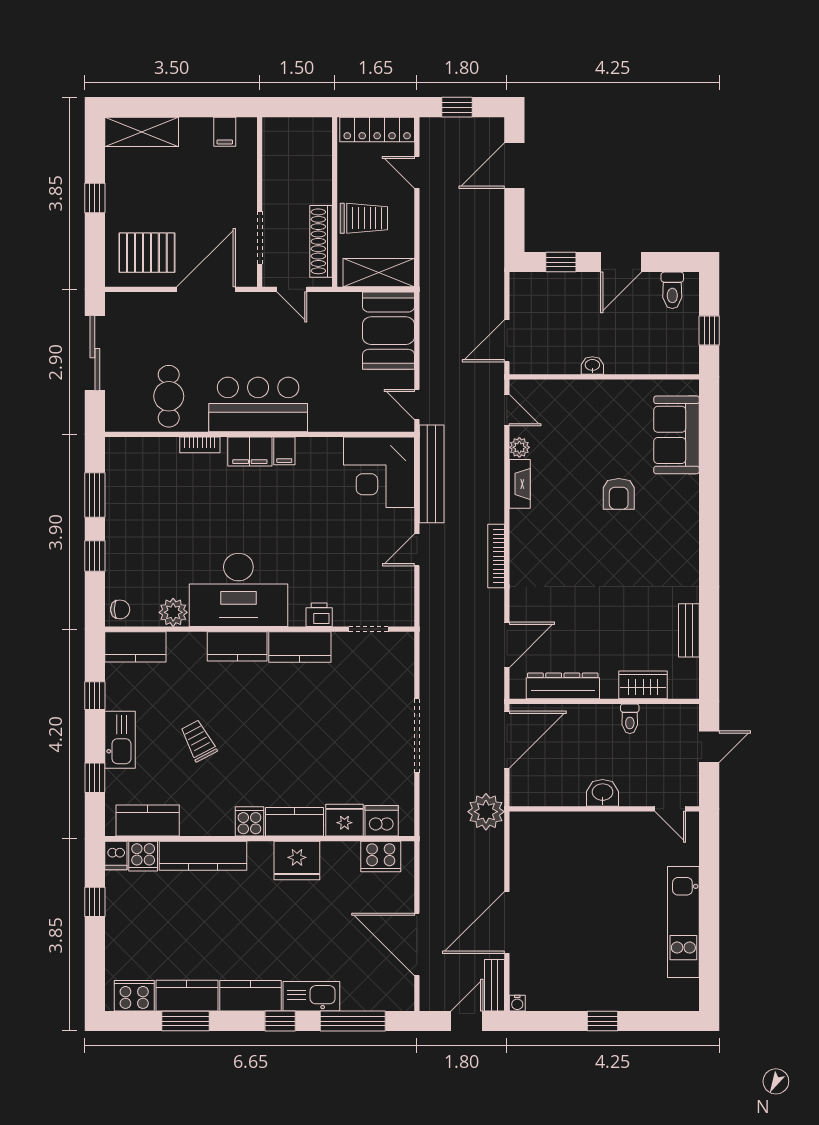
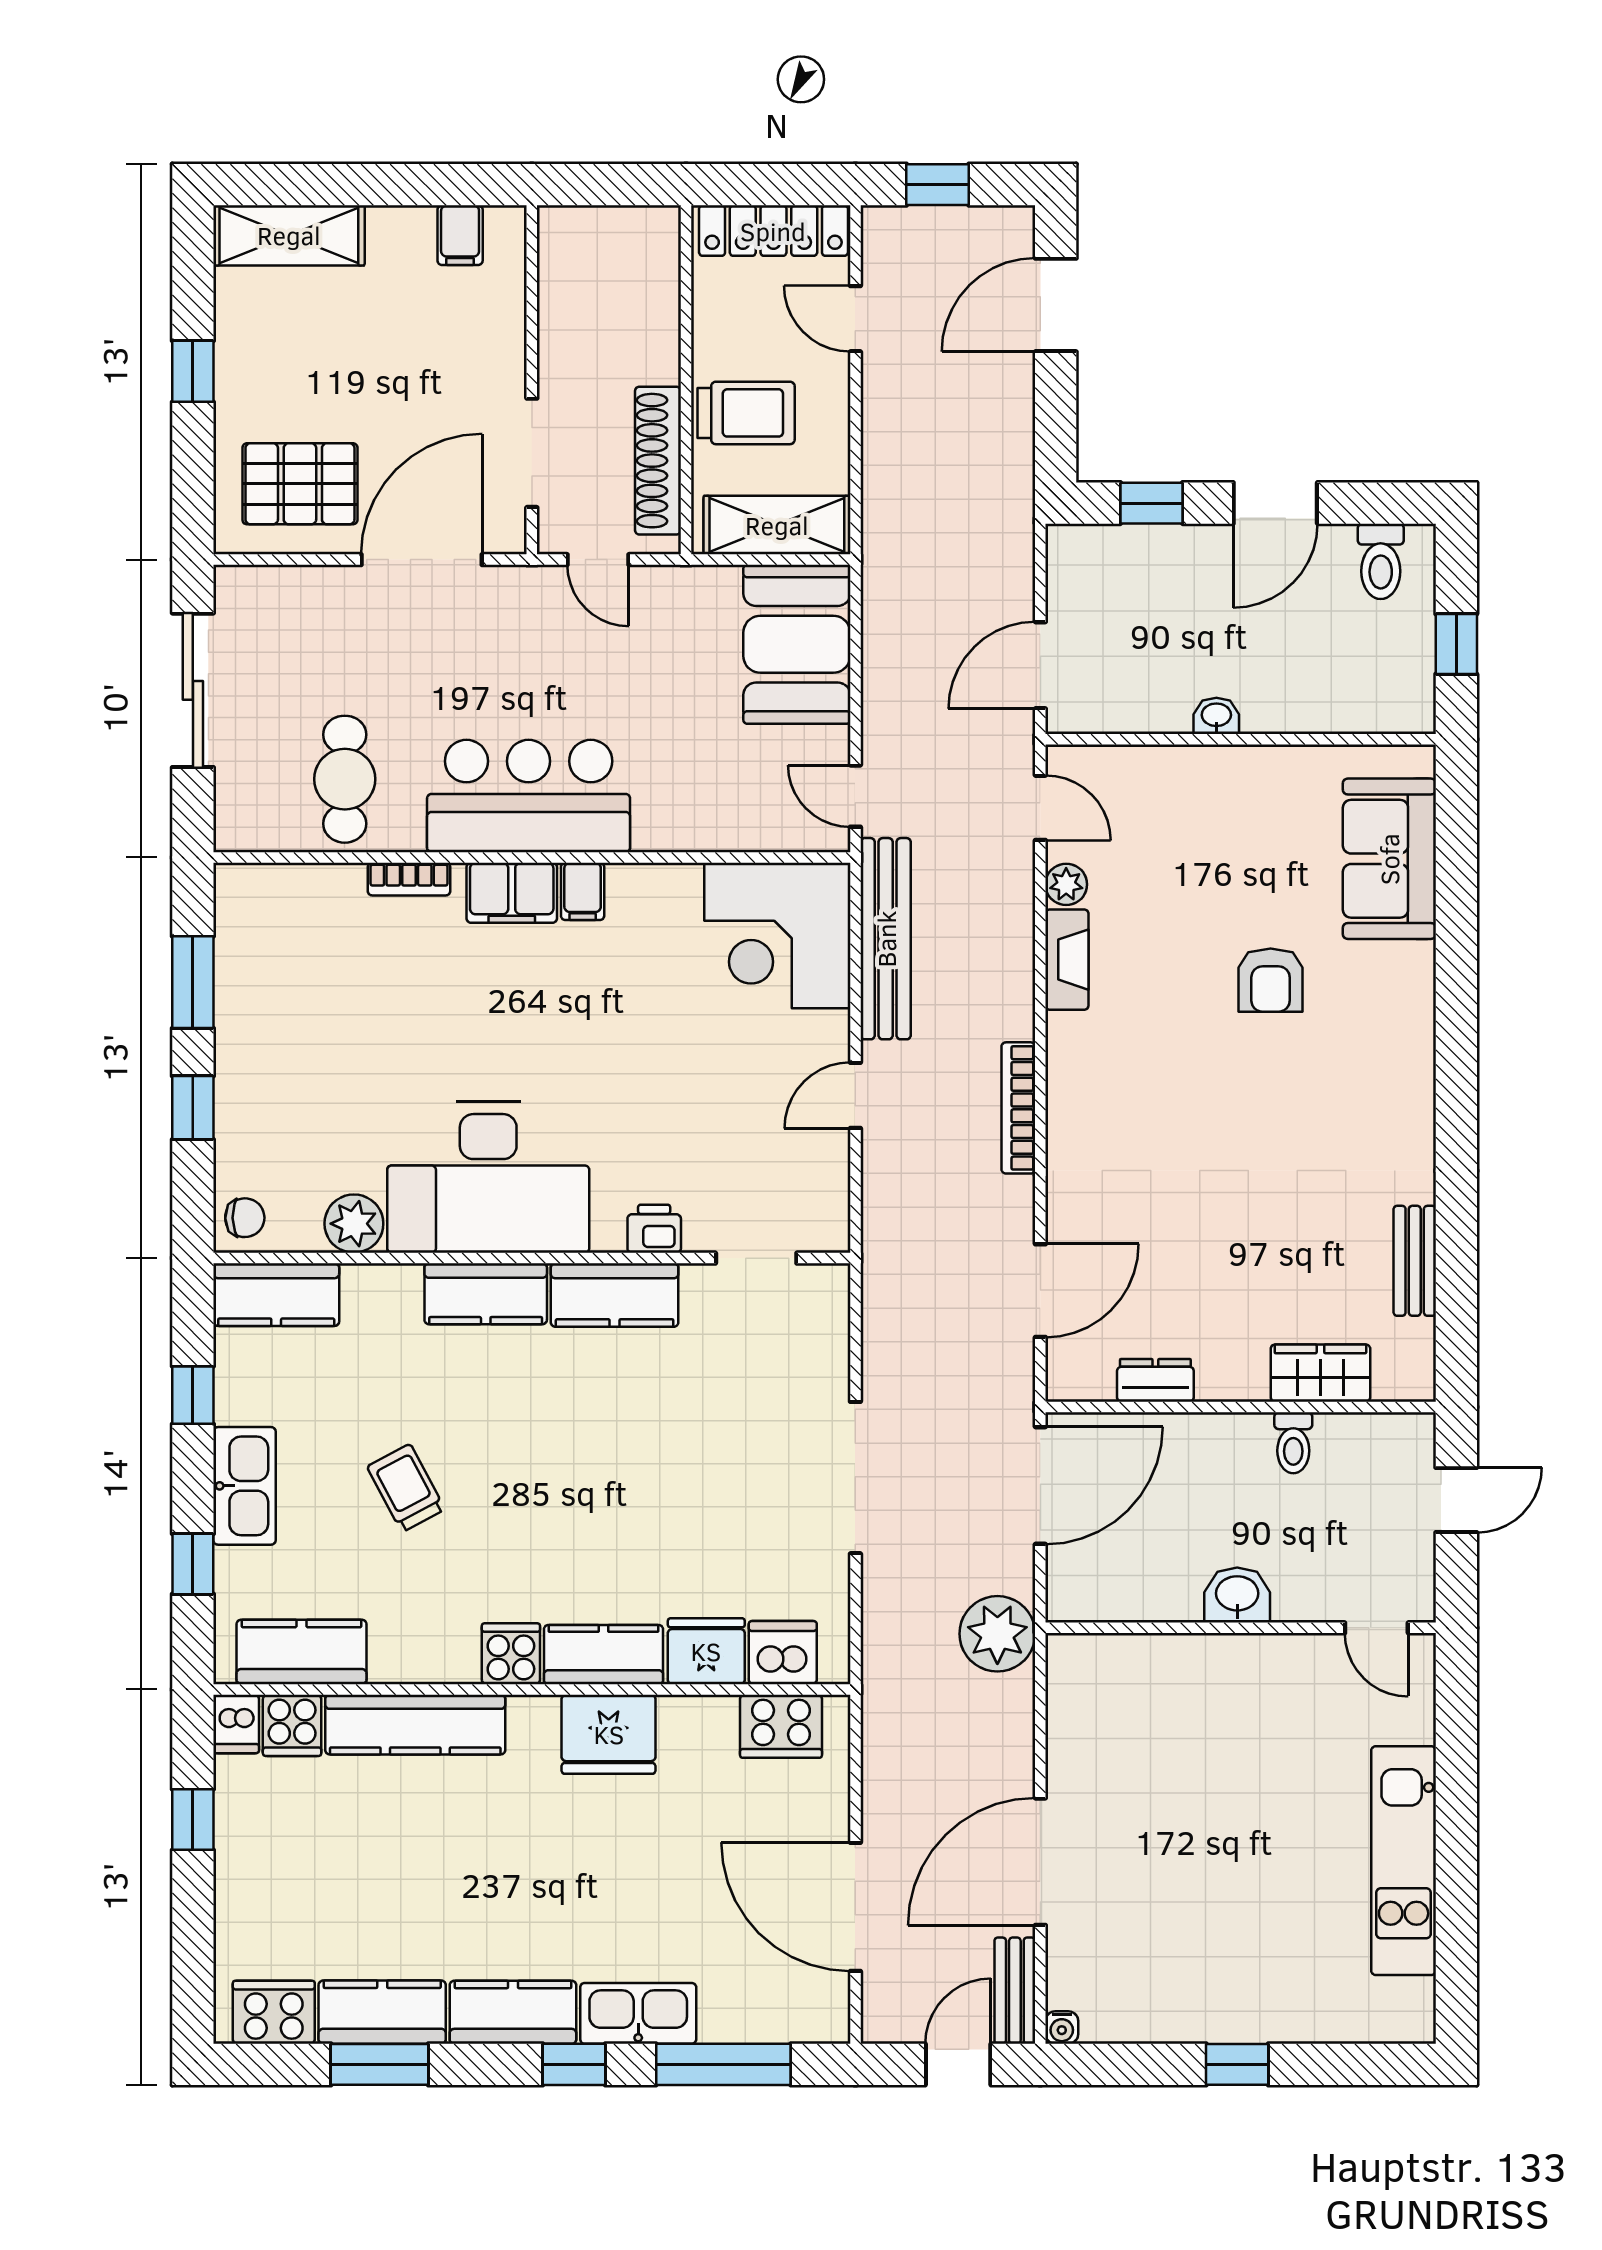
dresser: (563, 686) -> (1155, 1380), width x0.51, depth x0.80

